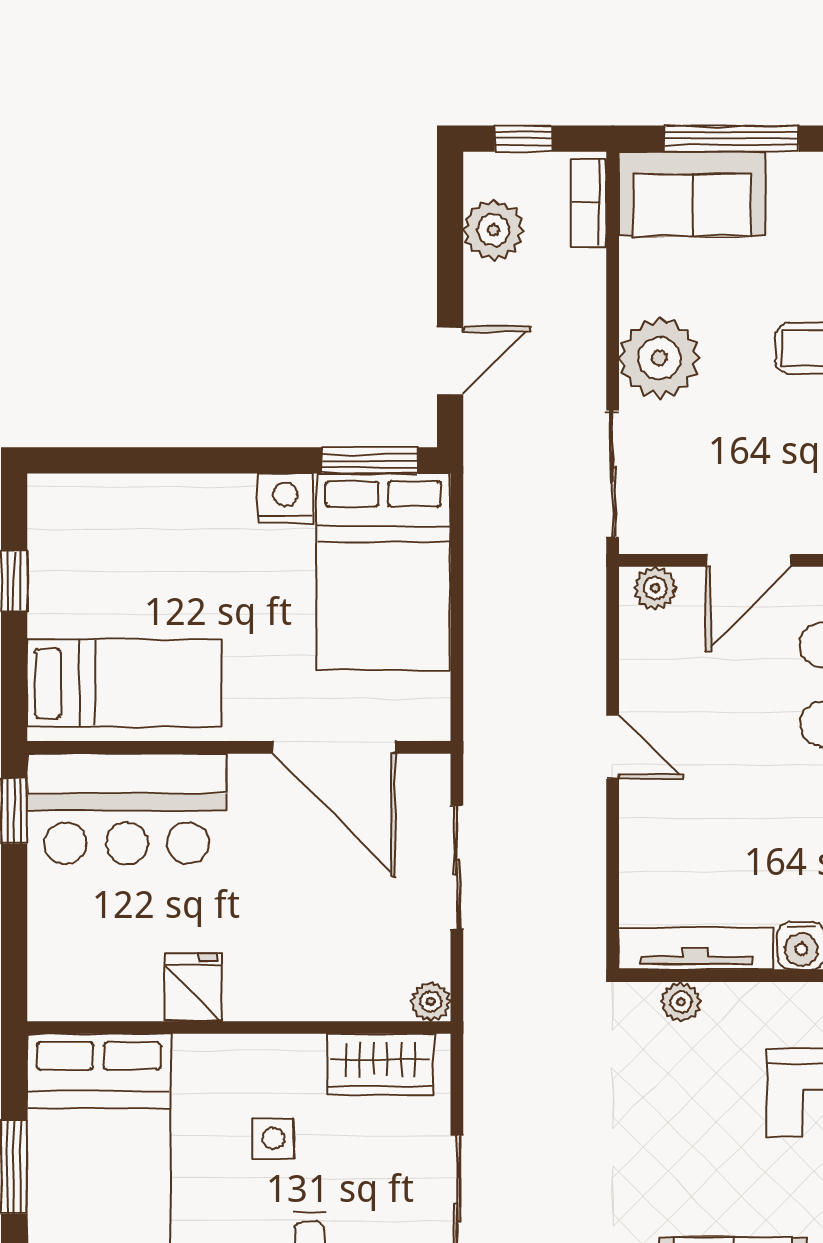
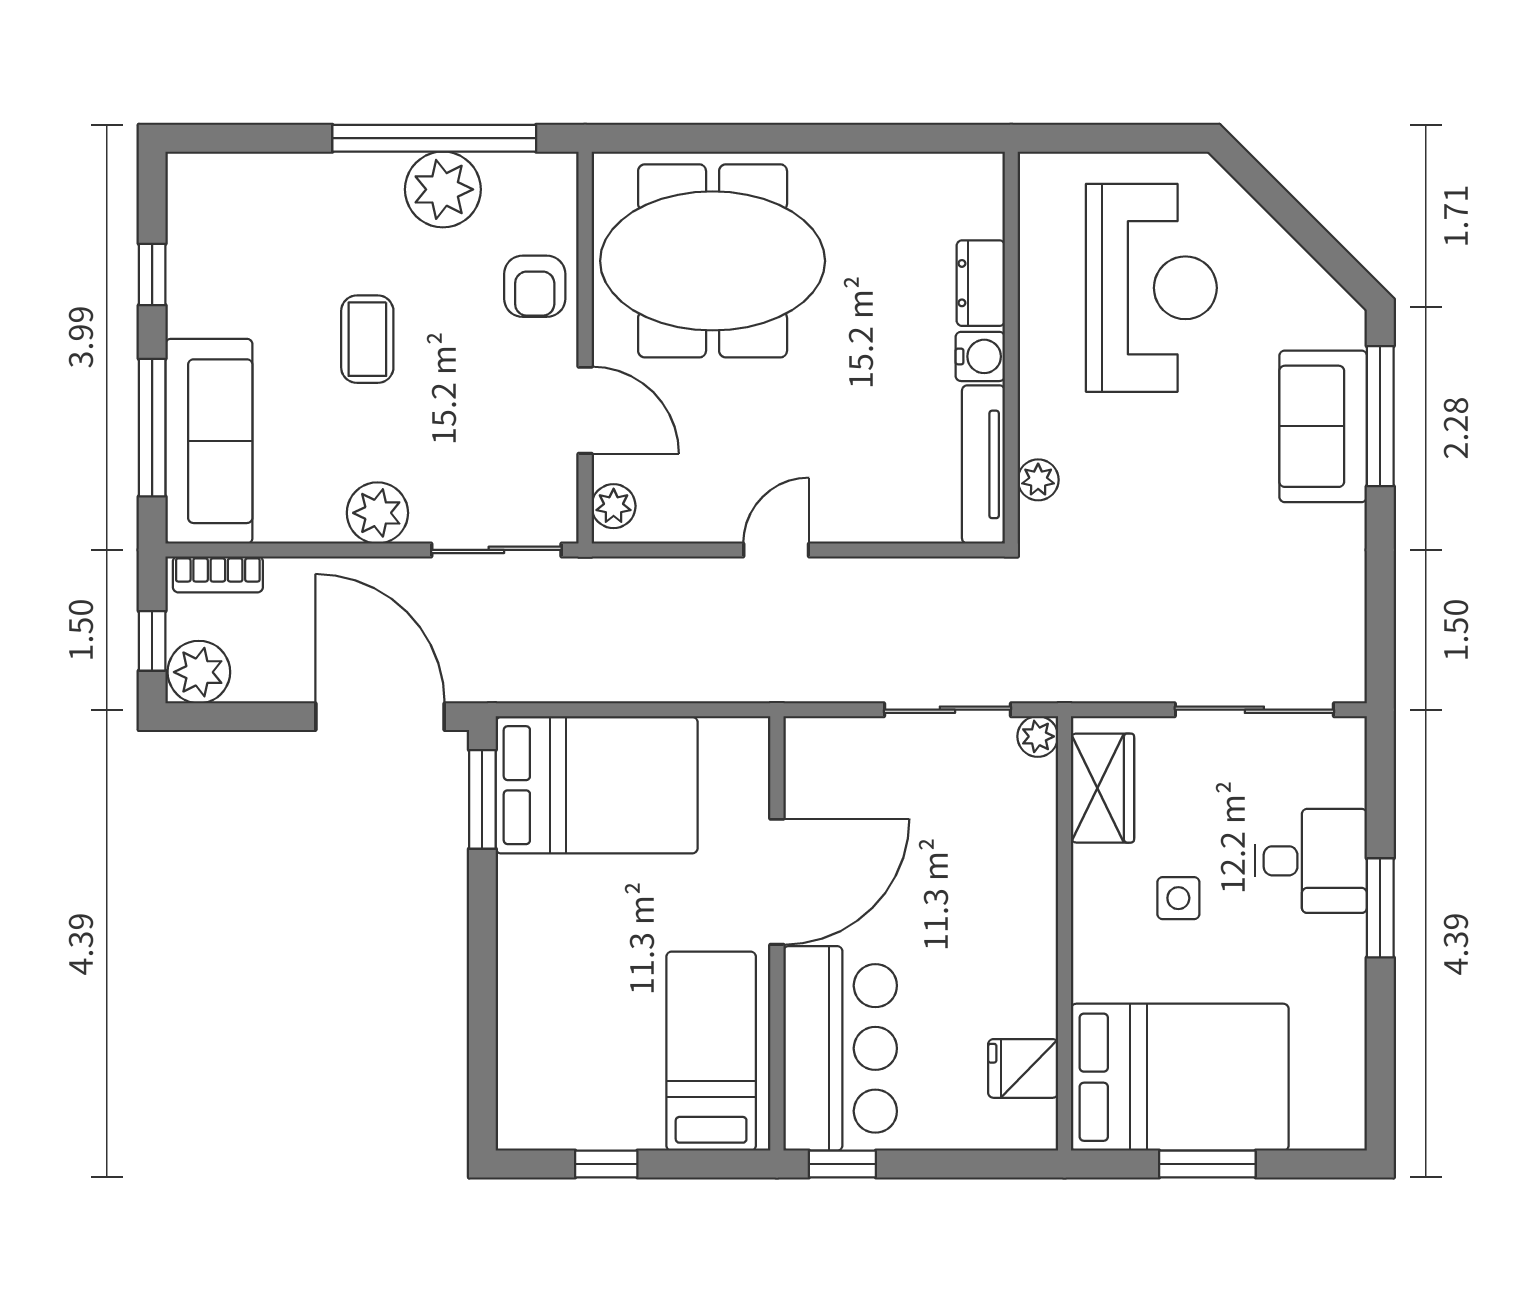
sofa: (692, 194) -> (209, 441), width x1.36
plant: (494, 230) -> (199, 672), moved
plant: (659, 358) -> (377, 513), width x0.73, depth x0.73
door: (450, 361) -> (380, 717), width x1.88
nightstand: (285, 498) -> (521, 886), removed
door: (334, 747) -> (777, 882), moved
sliding door: (457, 867) -> (947, 710), moved
fridge: (193, 987) -> (1023, 1068), moved

